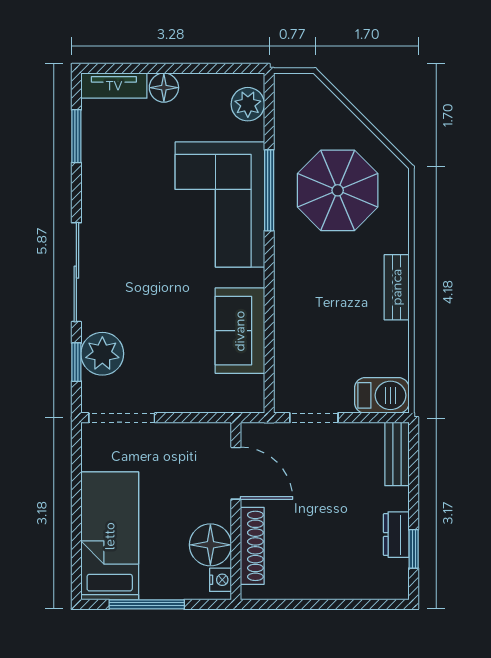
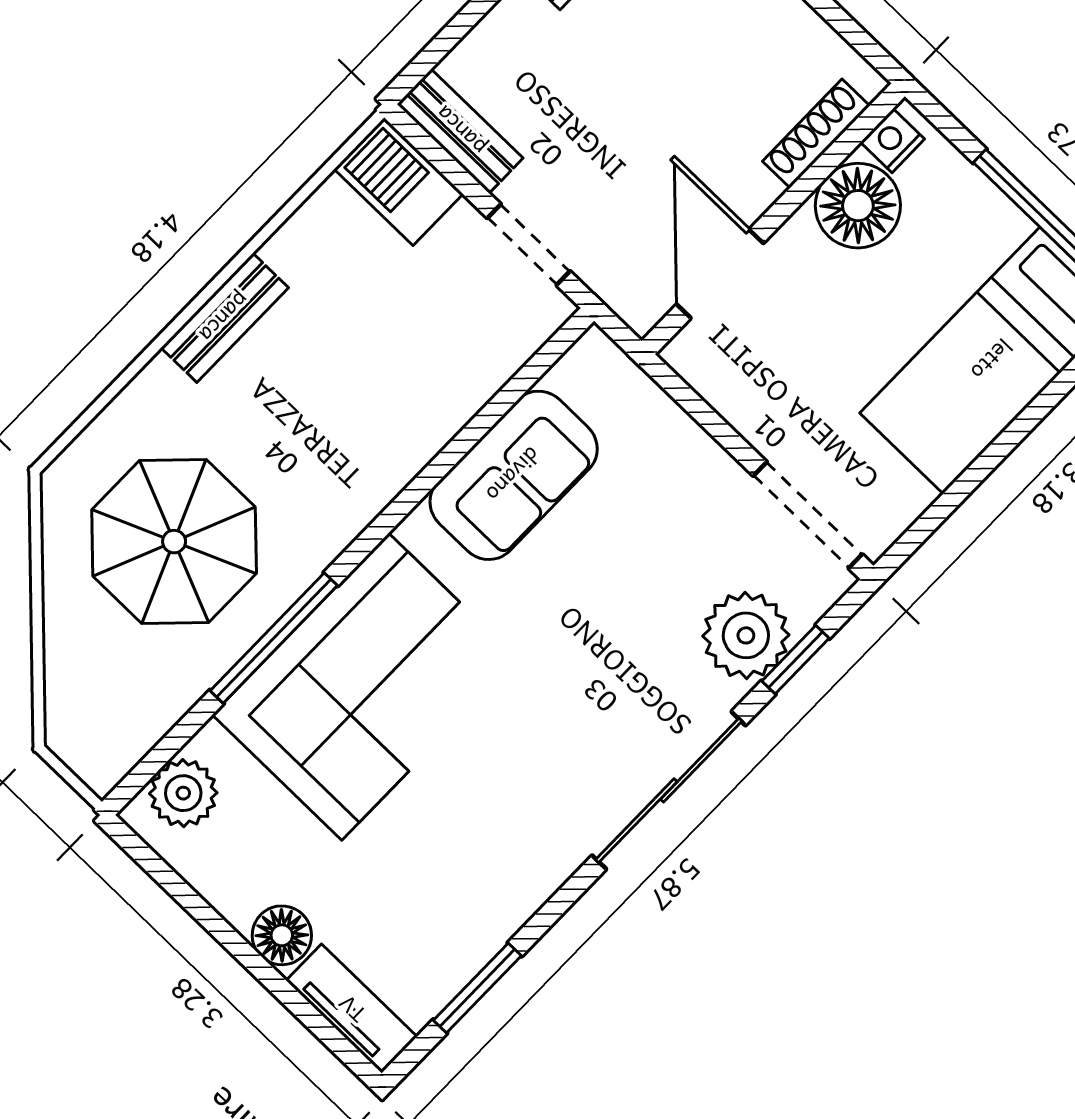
bench: (397, 454) -> (460, 131), moved, turned 90
shoe rack: (252, 546) -> (816, 134), width x0.74, depth x0.81

